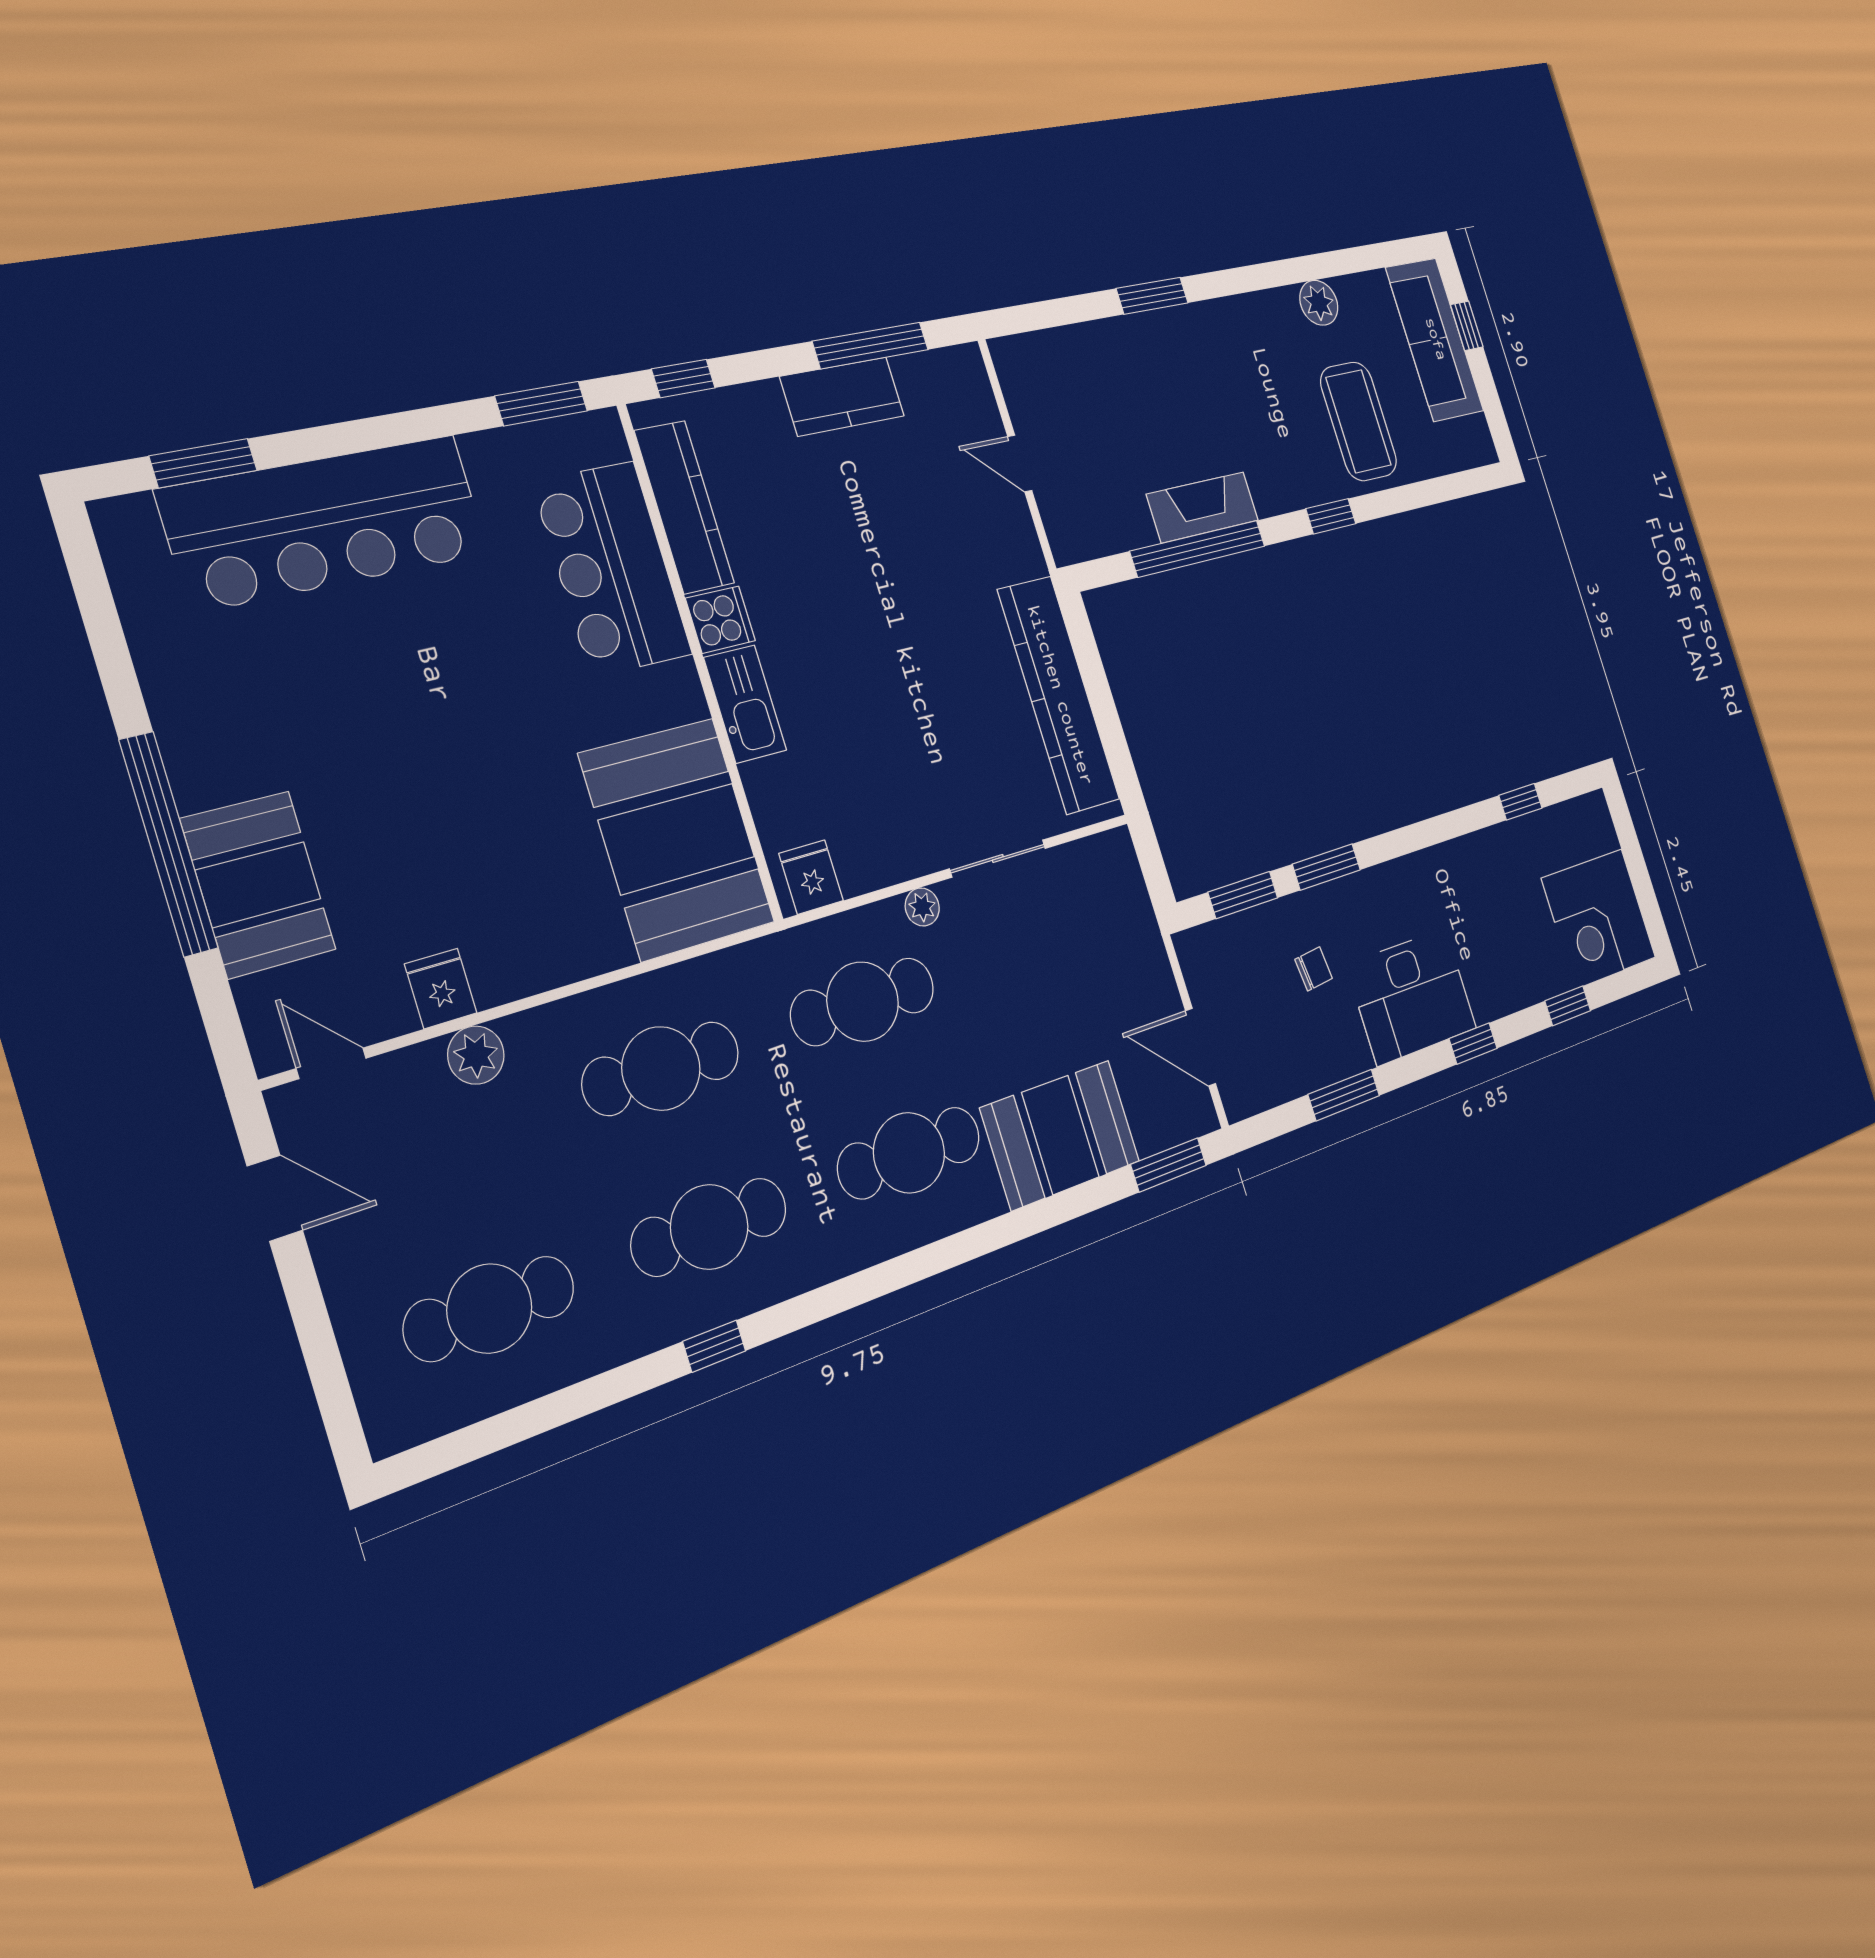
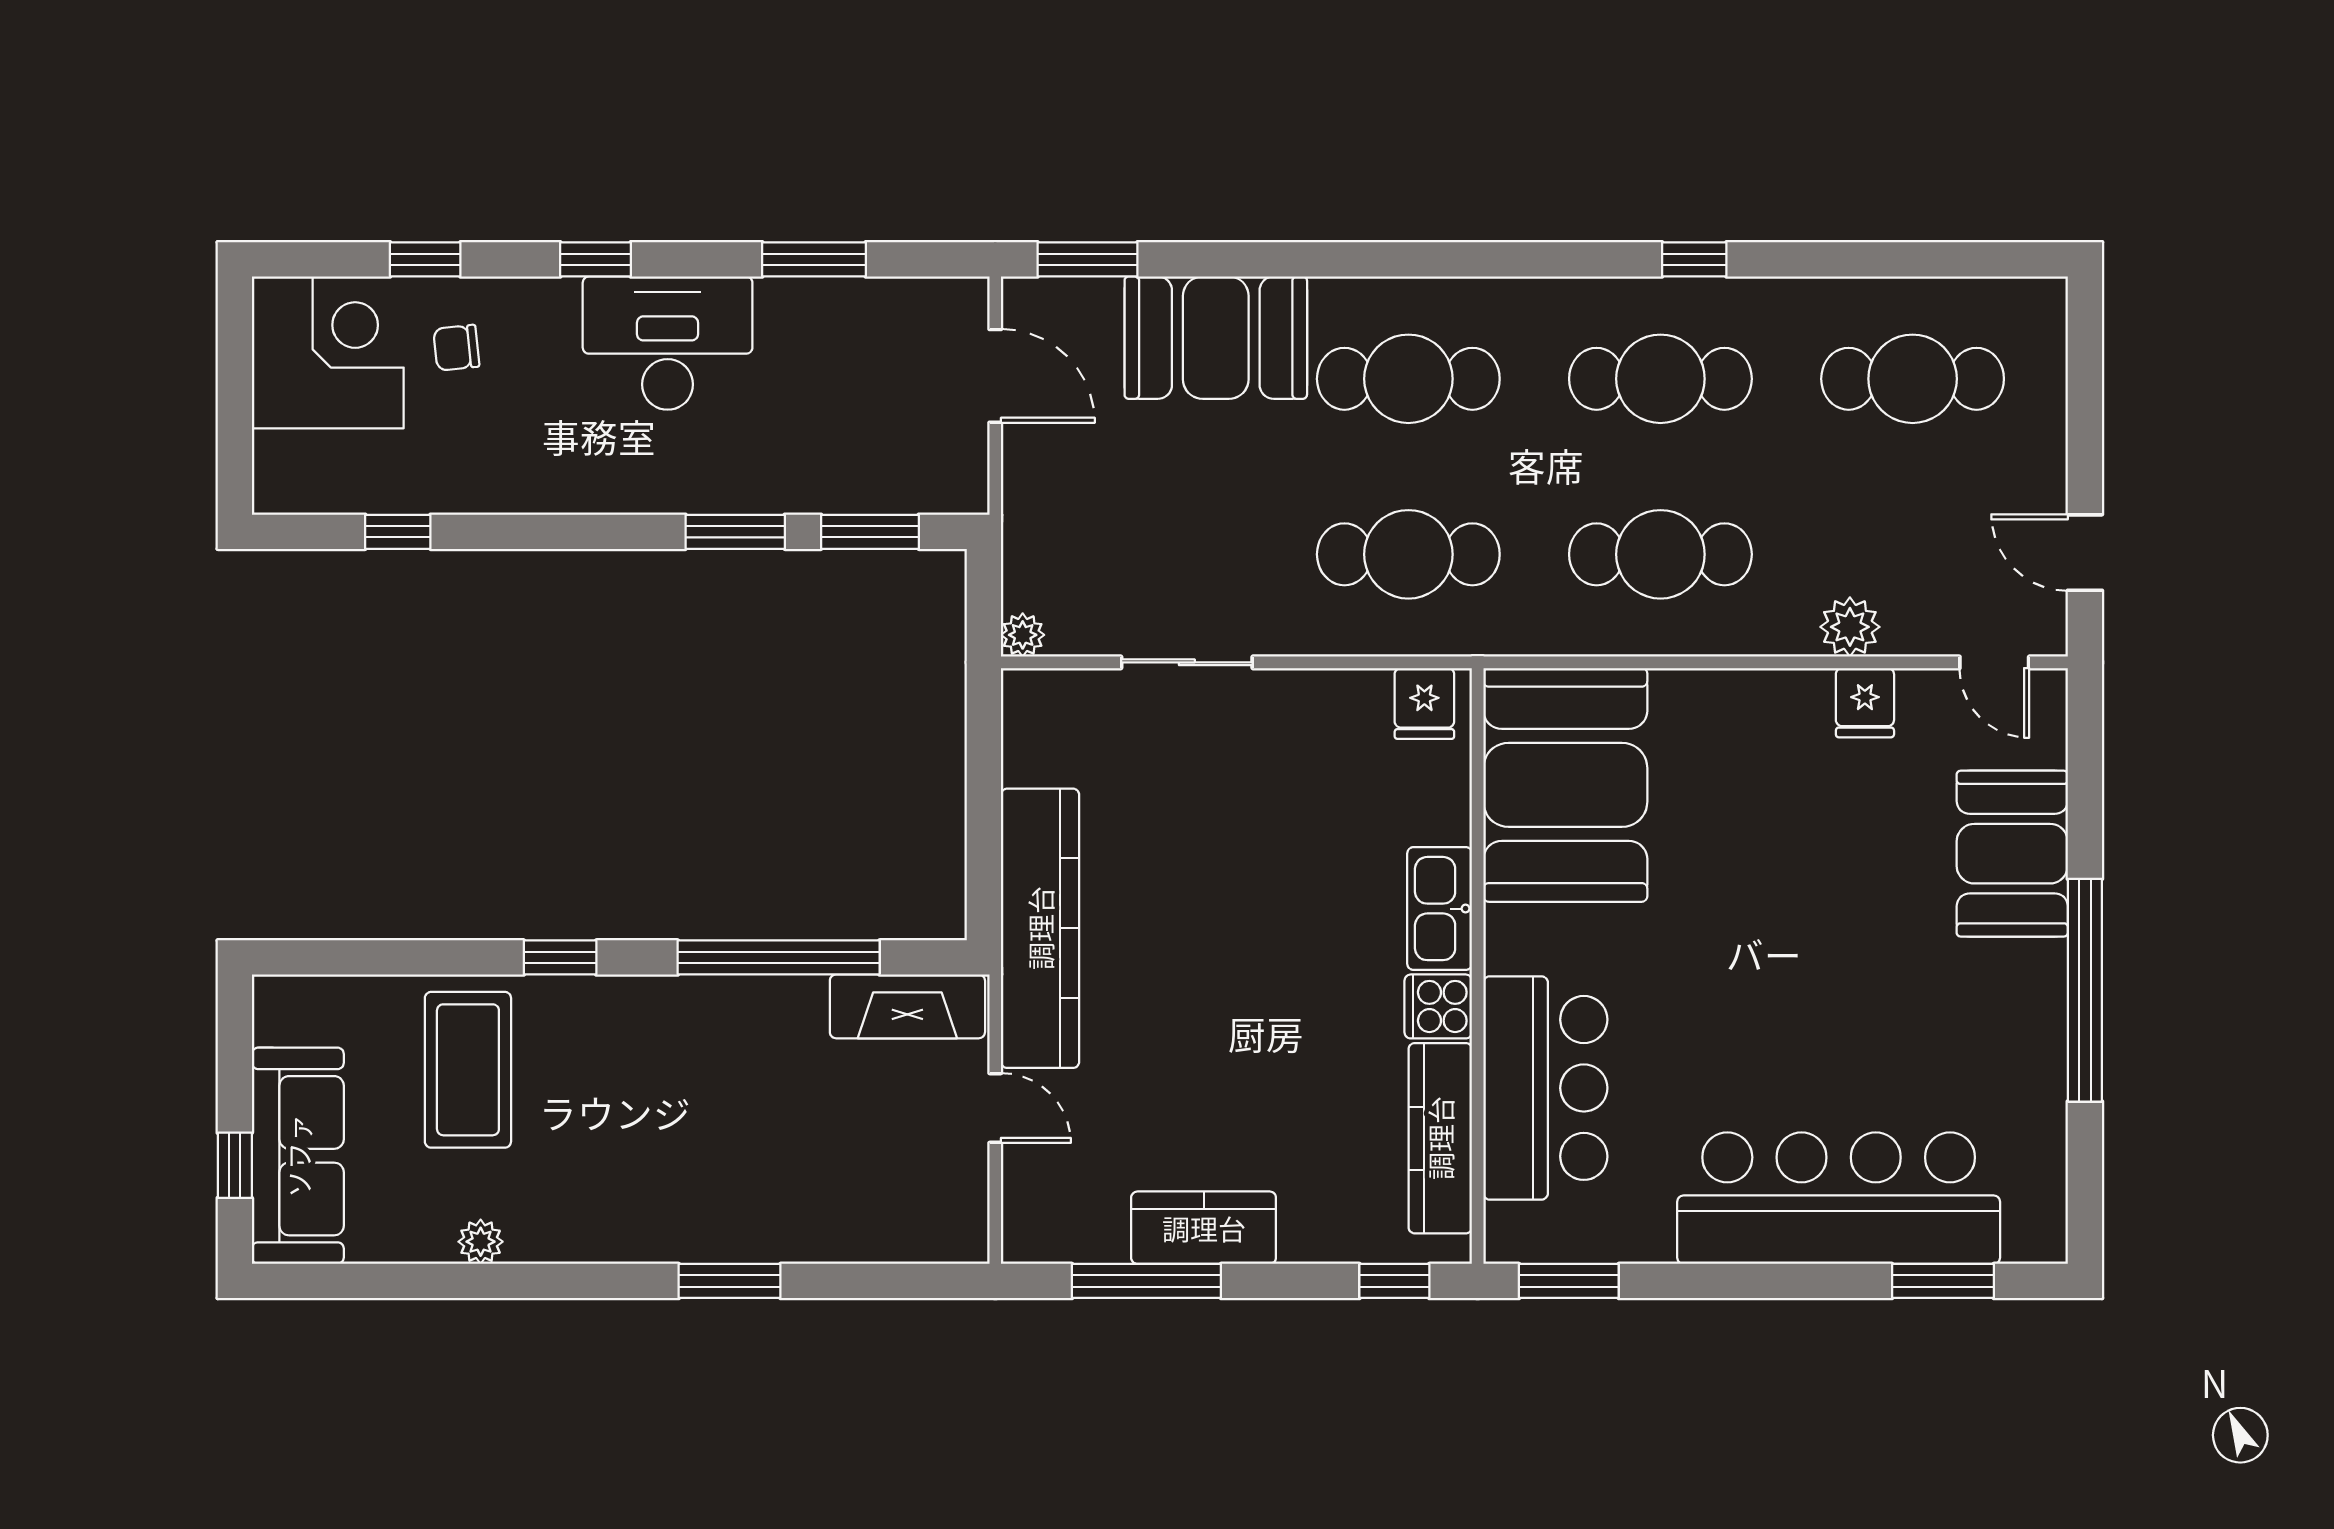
plant: (1319, 303) -> (481, 1242), width x0.73, depth x0.73
fireplace: (1203, 507) -> (907, 1006), moved
kitchen counter: (1059, 695) -> (1040, 928), moved
window: (168, 844) -> (2085, 990), moved
plant: (922, 907) -> (1023, 635), moved
chair: (1314, 969) -> (456, 348), moved

